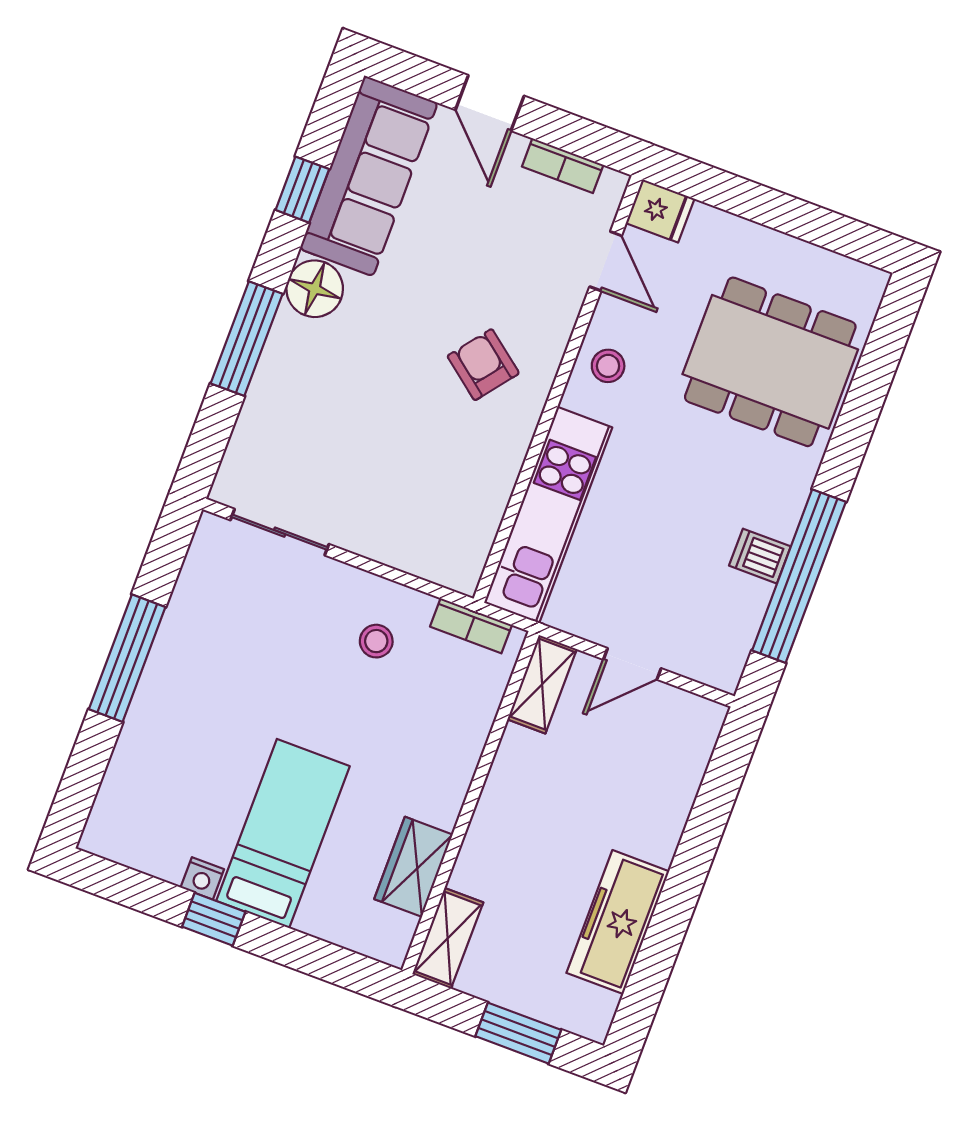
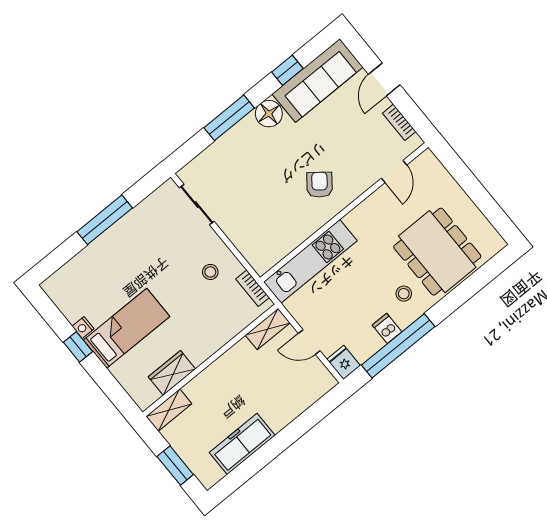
fridge: (660, 211) -> (344, 362), moved, turned 180
stool: (608, 366) -> (404, 294), moved

